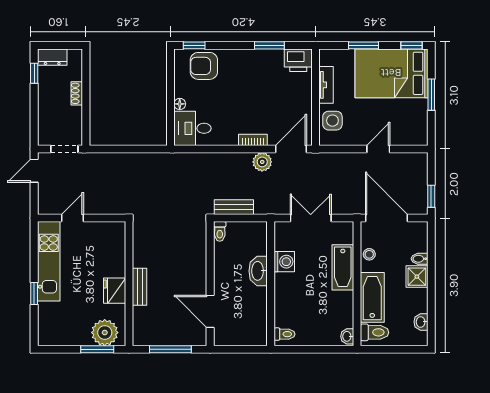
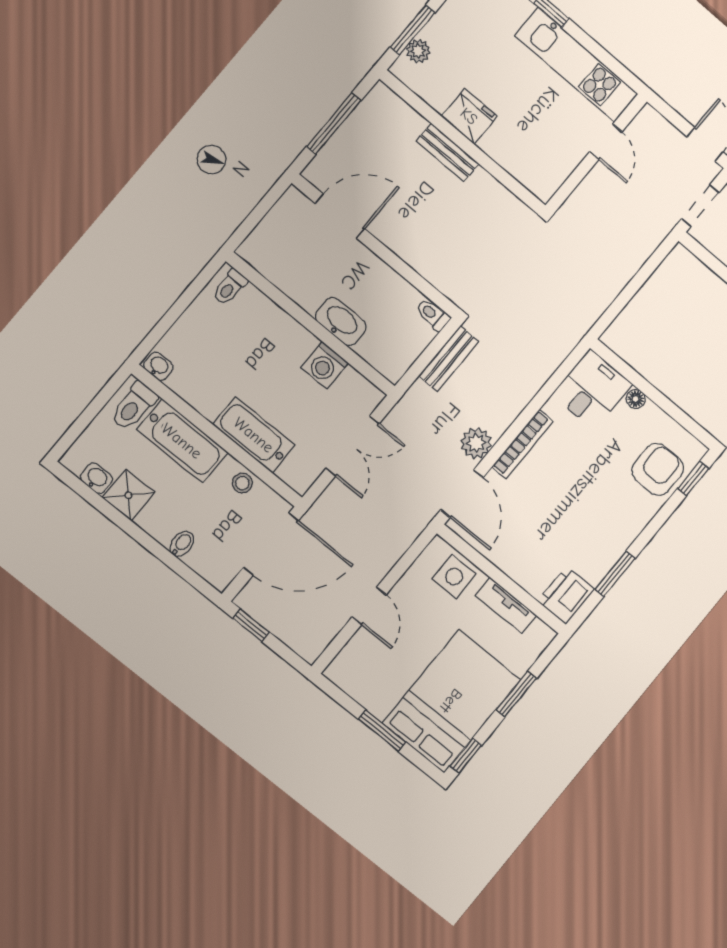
bookcase: (253, 140) -> (523, 444), width x1.56
shower: (417, 277) -> (128, 495), moved
plant: (105, 333) -> (418, 51), width x0.53, depth x0.53

